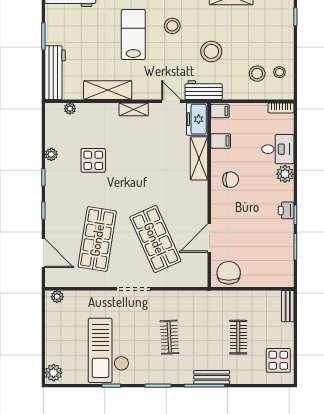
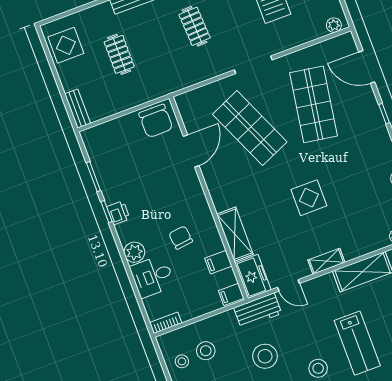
display table: (93, 160) -> (309, 198), moved
chair: (231, 180) -> (181, 238), moved, turned 83

